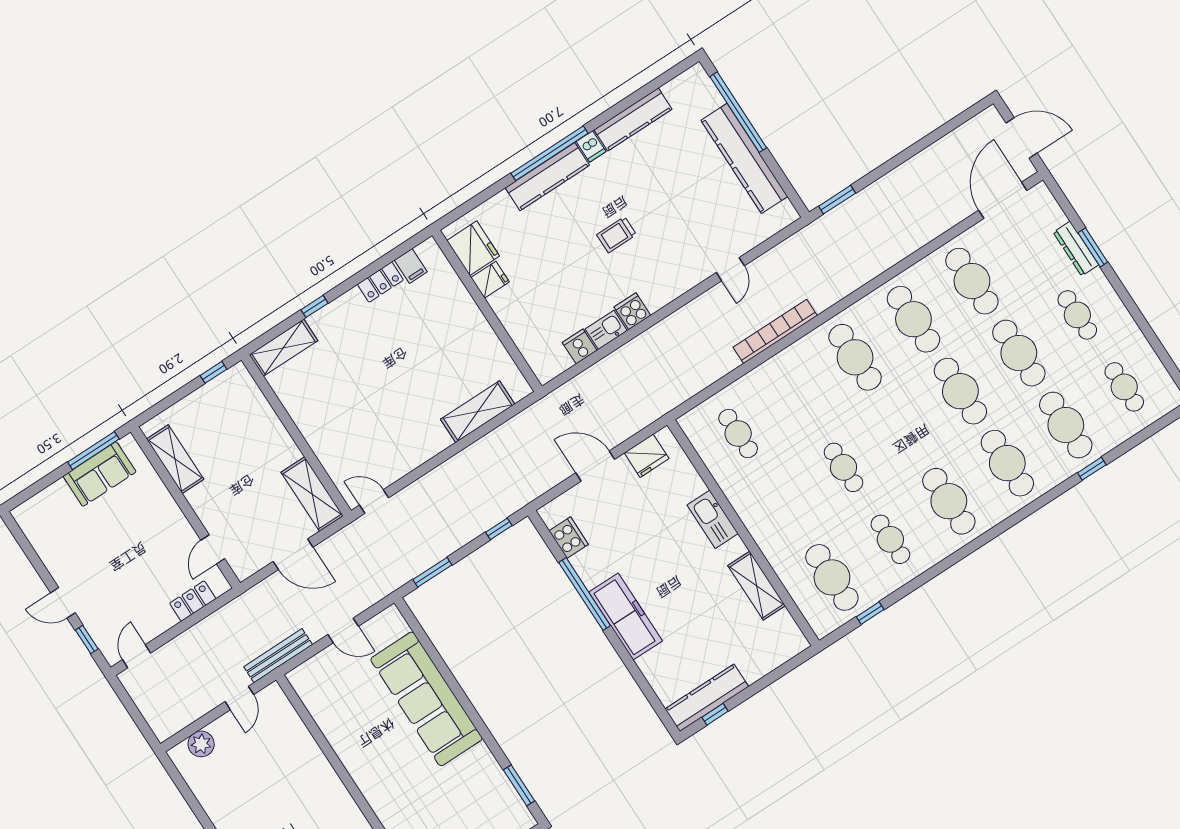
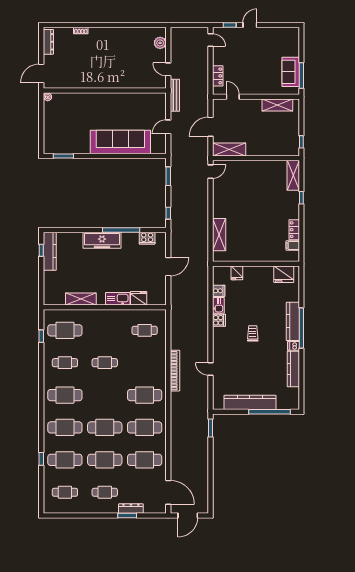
fridge: (490, 280) -> (237, 273), moved
fridge: (647, 456) -> (139, 298), moved, turned 90

